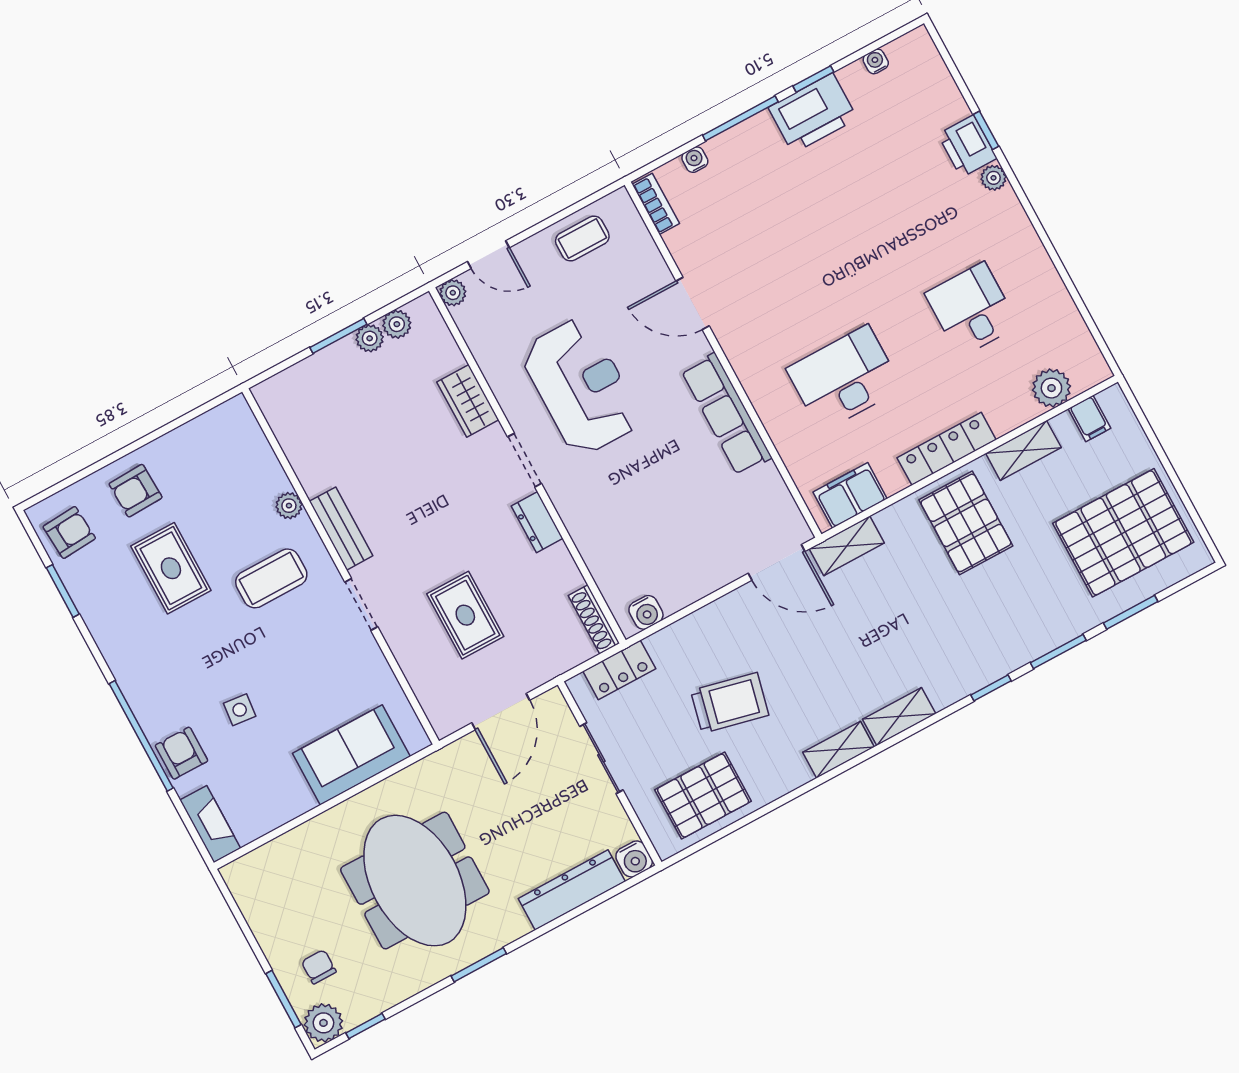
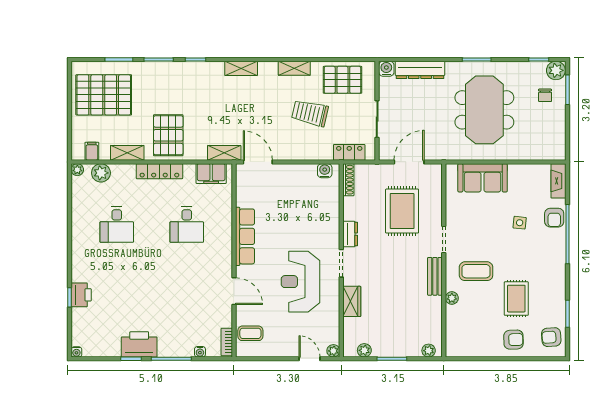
water cooler: (876, 61) -> (76, 352), moved
plant: (993, 178) -> (77, 170), moved
coffee table: (582, 239) -> (250, 333), moved
plant: (370, 338) -> (429, 351), moved
desk: (844, 378) -> (187, 225), width x0.73
rug: (465, 615) -> (402, 211), width x1.36, depth x1.43
shelving: (839, 750) -> (294, 68), moved

